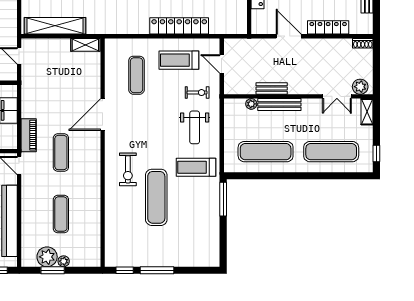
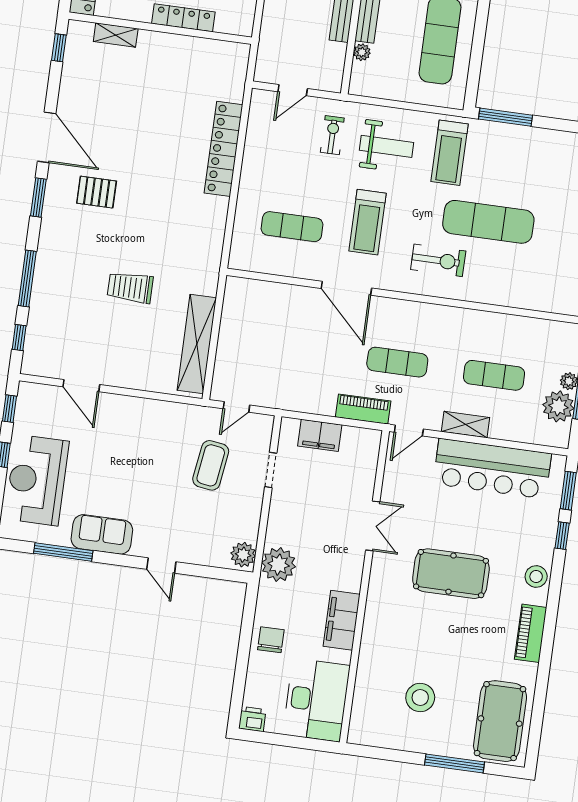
shelving: (85, 45) -> (466, 425), moved, turned 90
treadmill: (179, 60) -> (368, 222), moved

